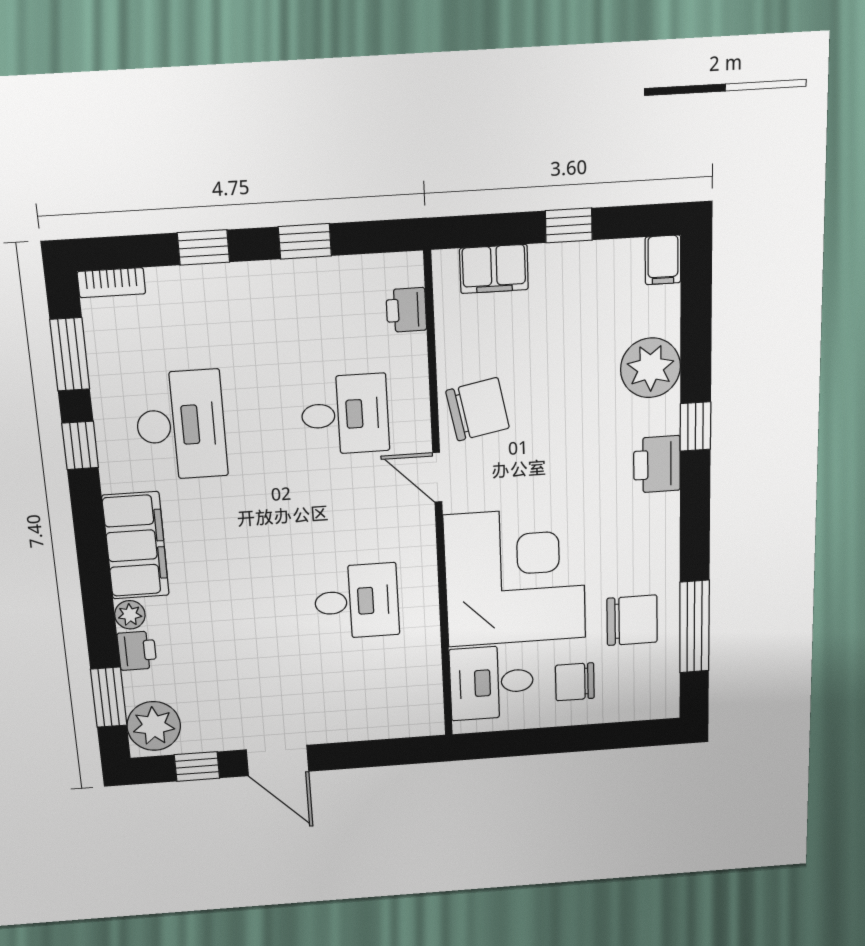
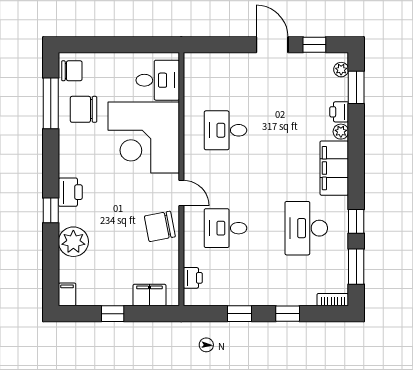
chair: (575, 682) -> (72, 71), moved
plant: (154, 726) -> (341, 70), width x0.53, depth x0.53

